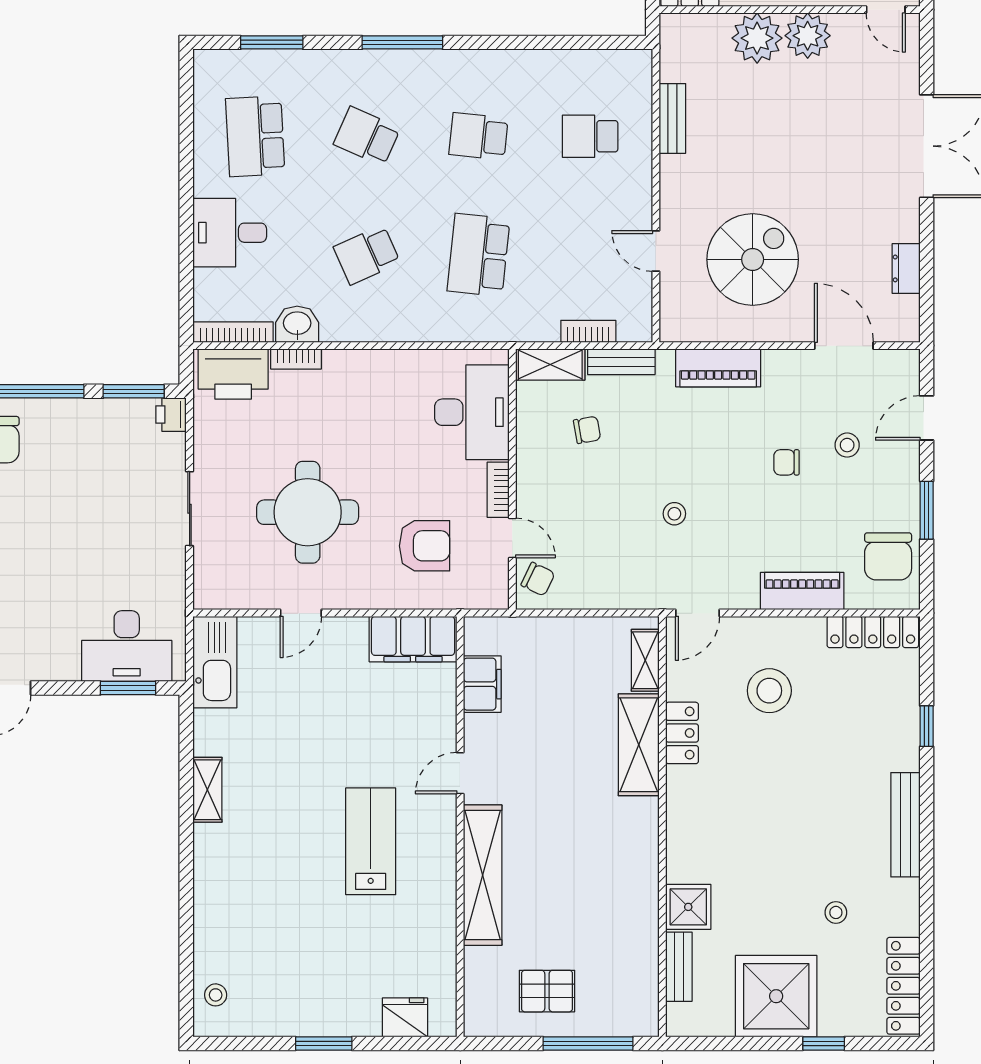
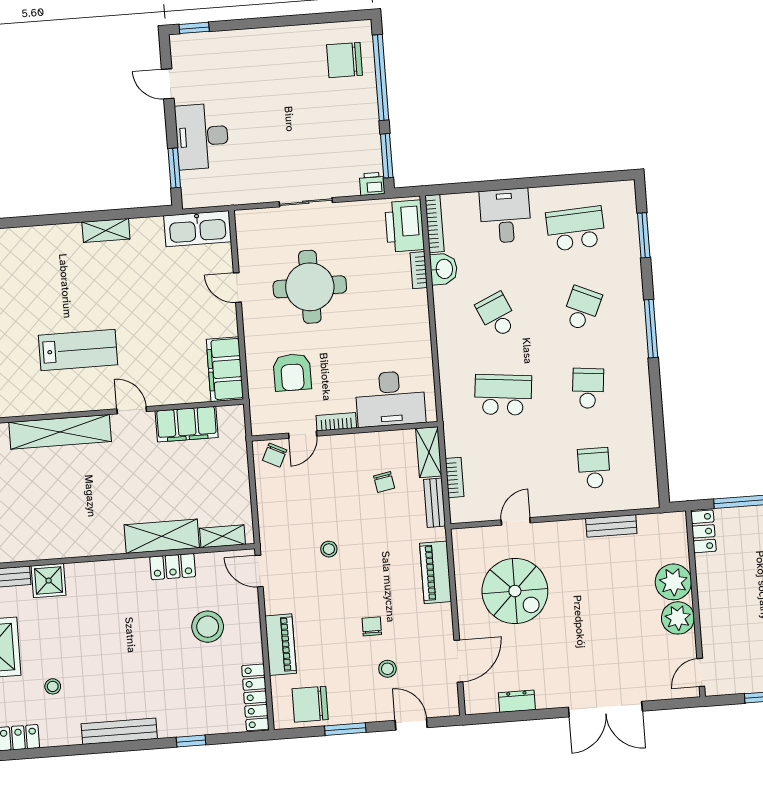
desk: (127, 646) -> (202, 136), moved
filing cabinet: (482, 684) -> (187, 424), width x1.50, depth x1.17

